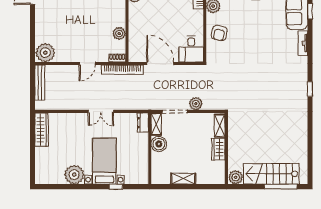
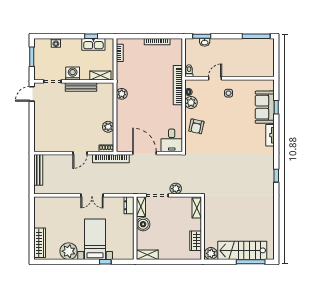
plant: (45, 53) -> (43, 144), removed
wardrobe: (41, 130) -> (40, 243), moved
wardrobe: (218, 149) -> (196, 241), moved
shelving: (183, 179) -> (147, 255), moved

